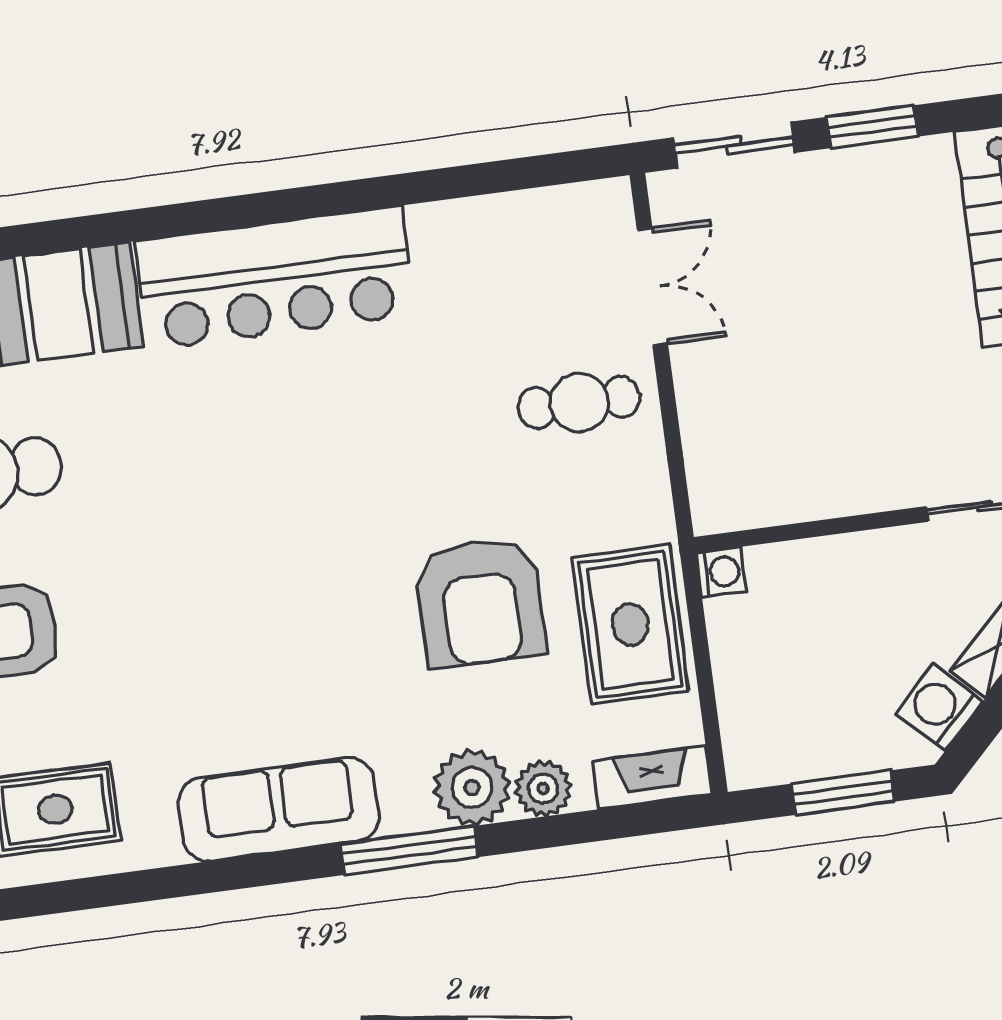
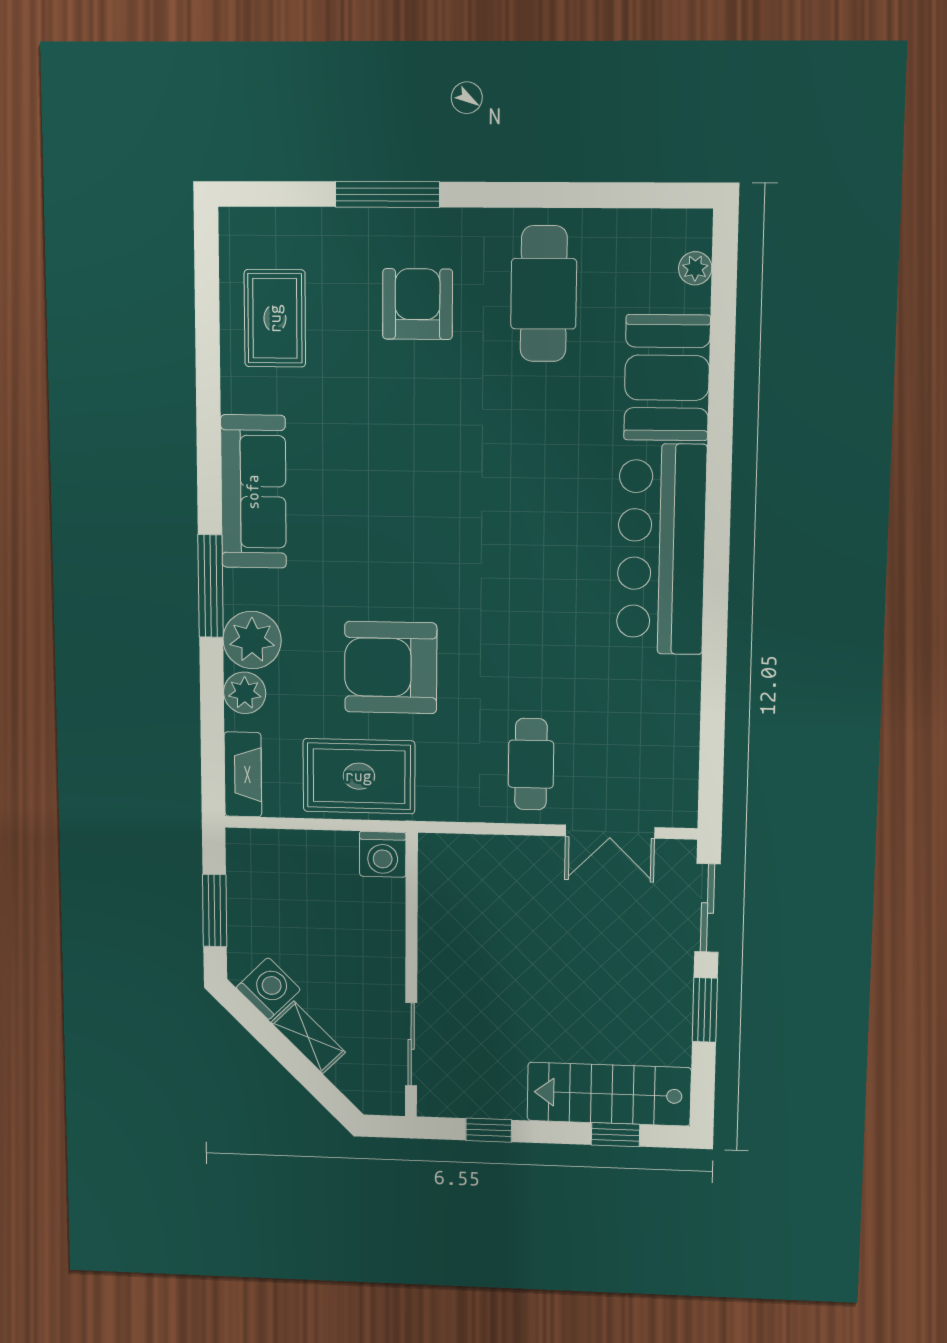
washing machine: (721, 572) -> (383, 854), width x1.38, depth x1.38

